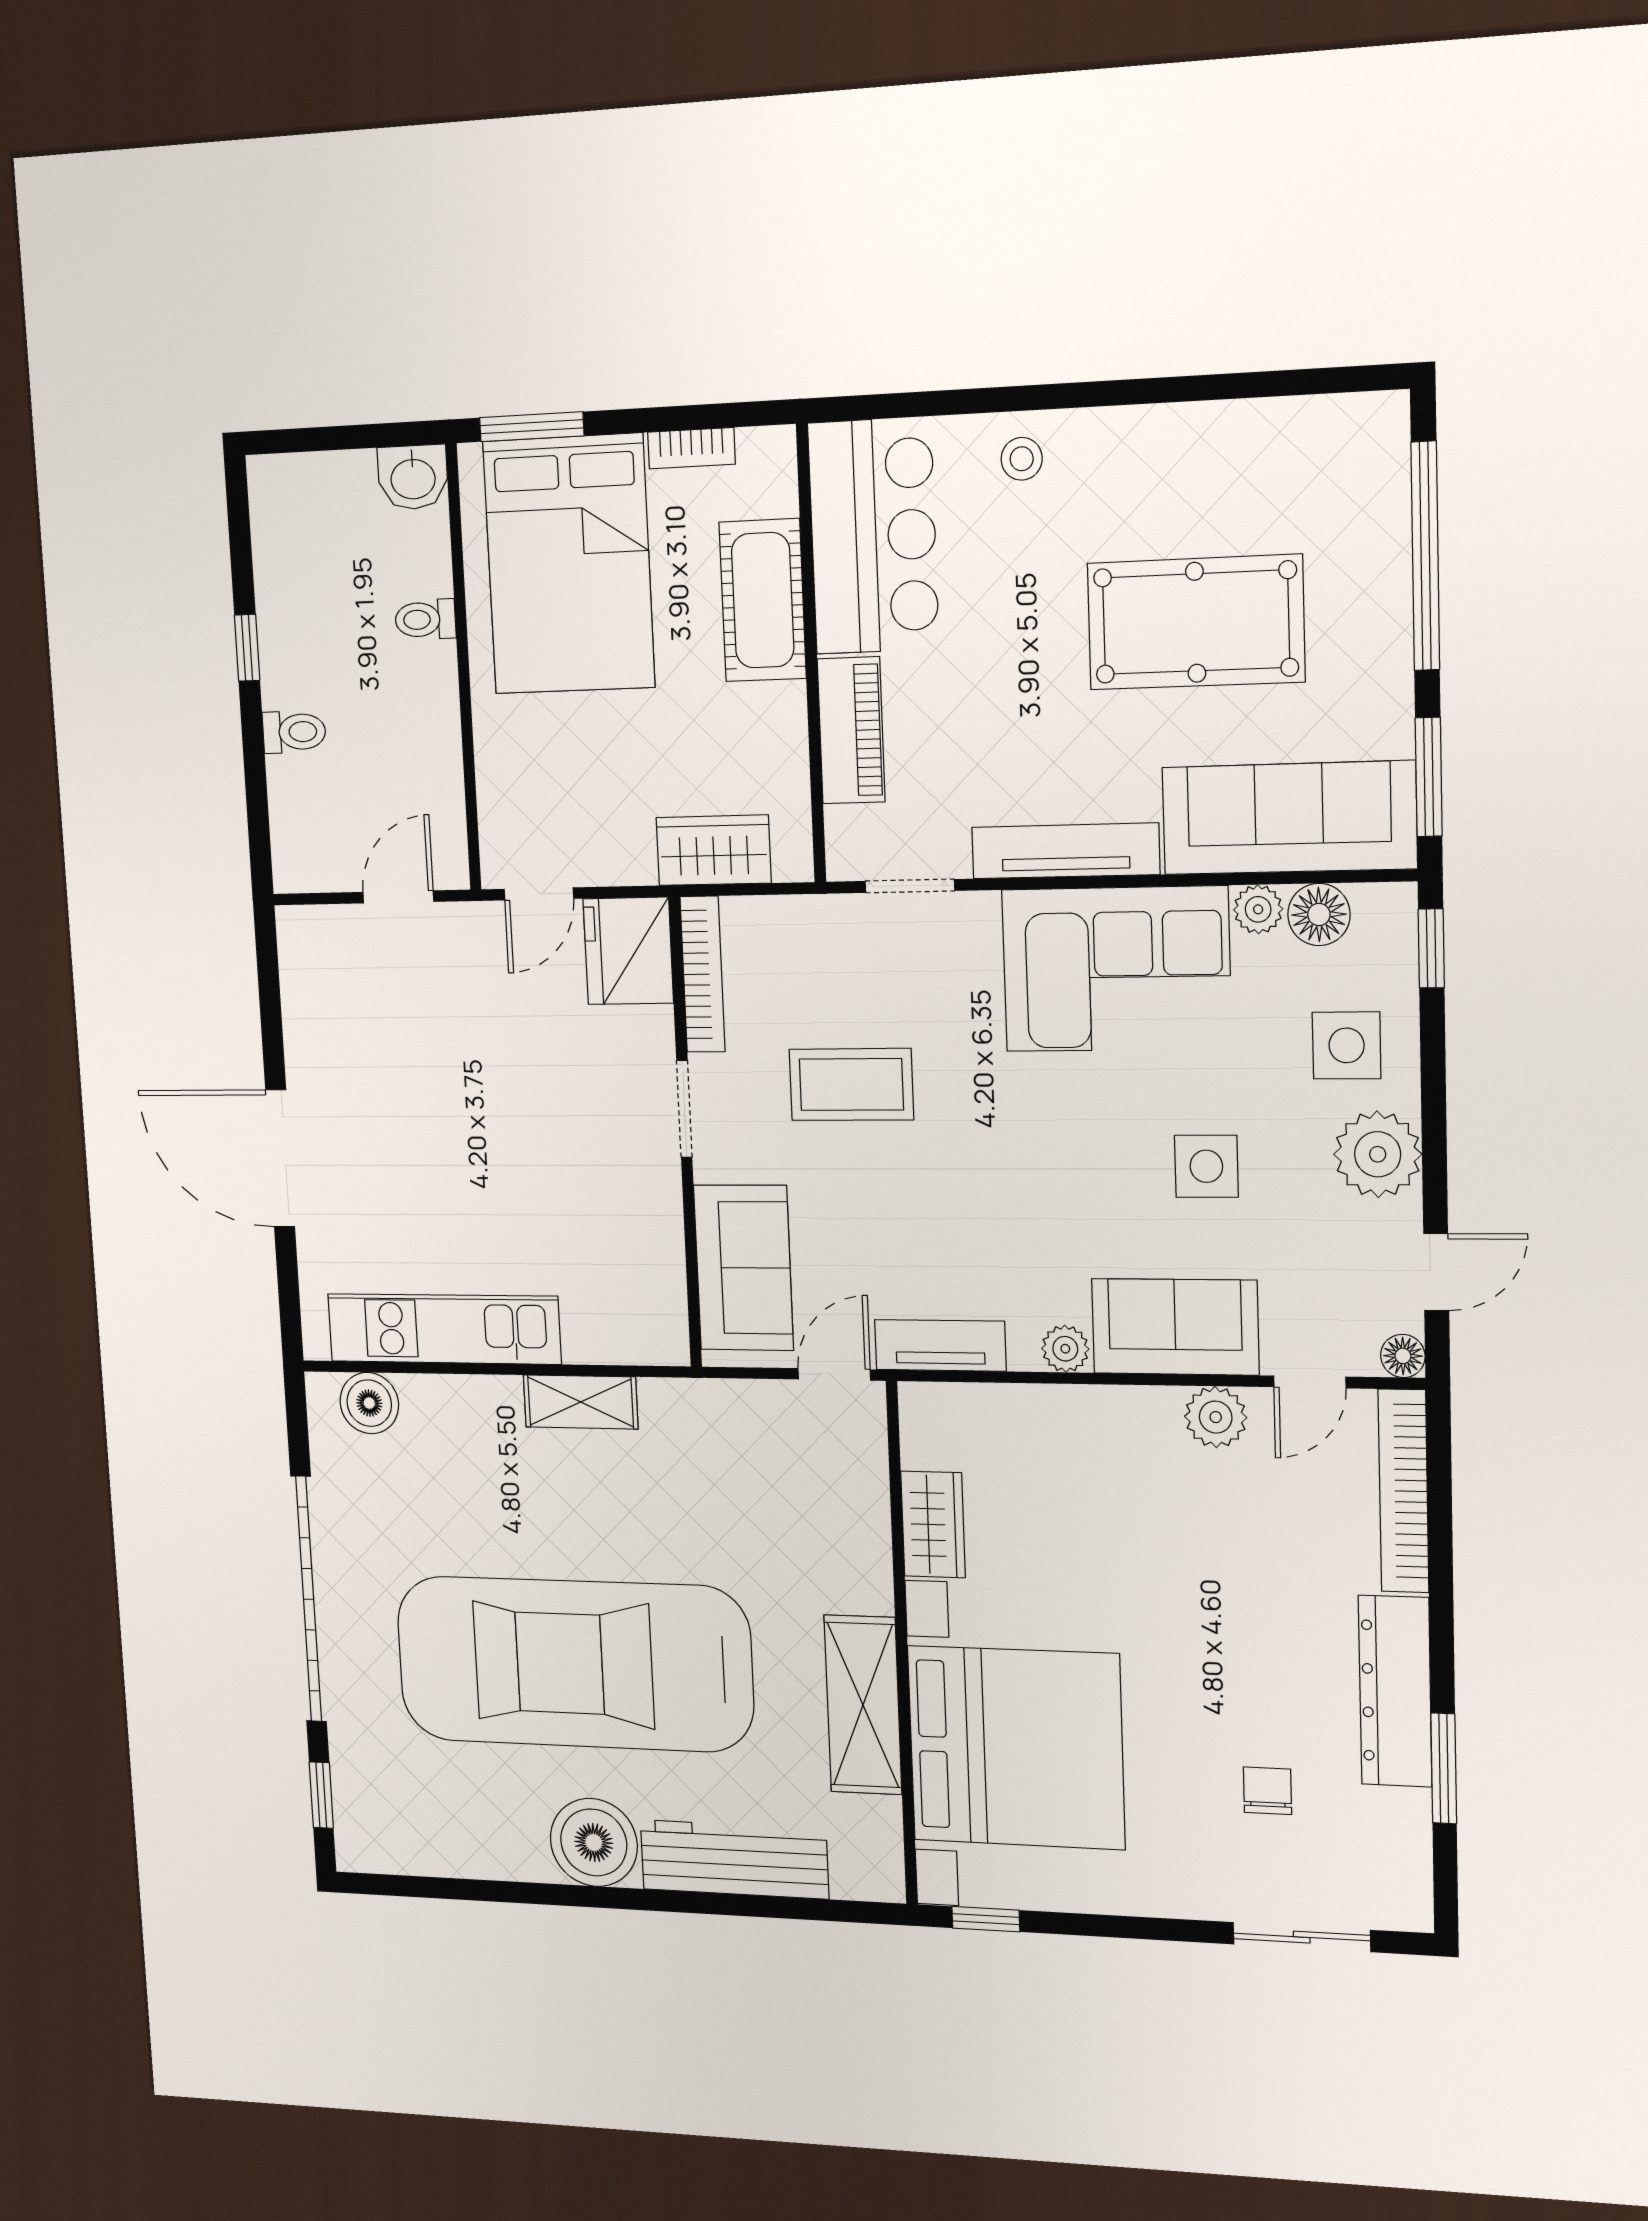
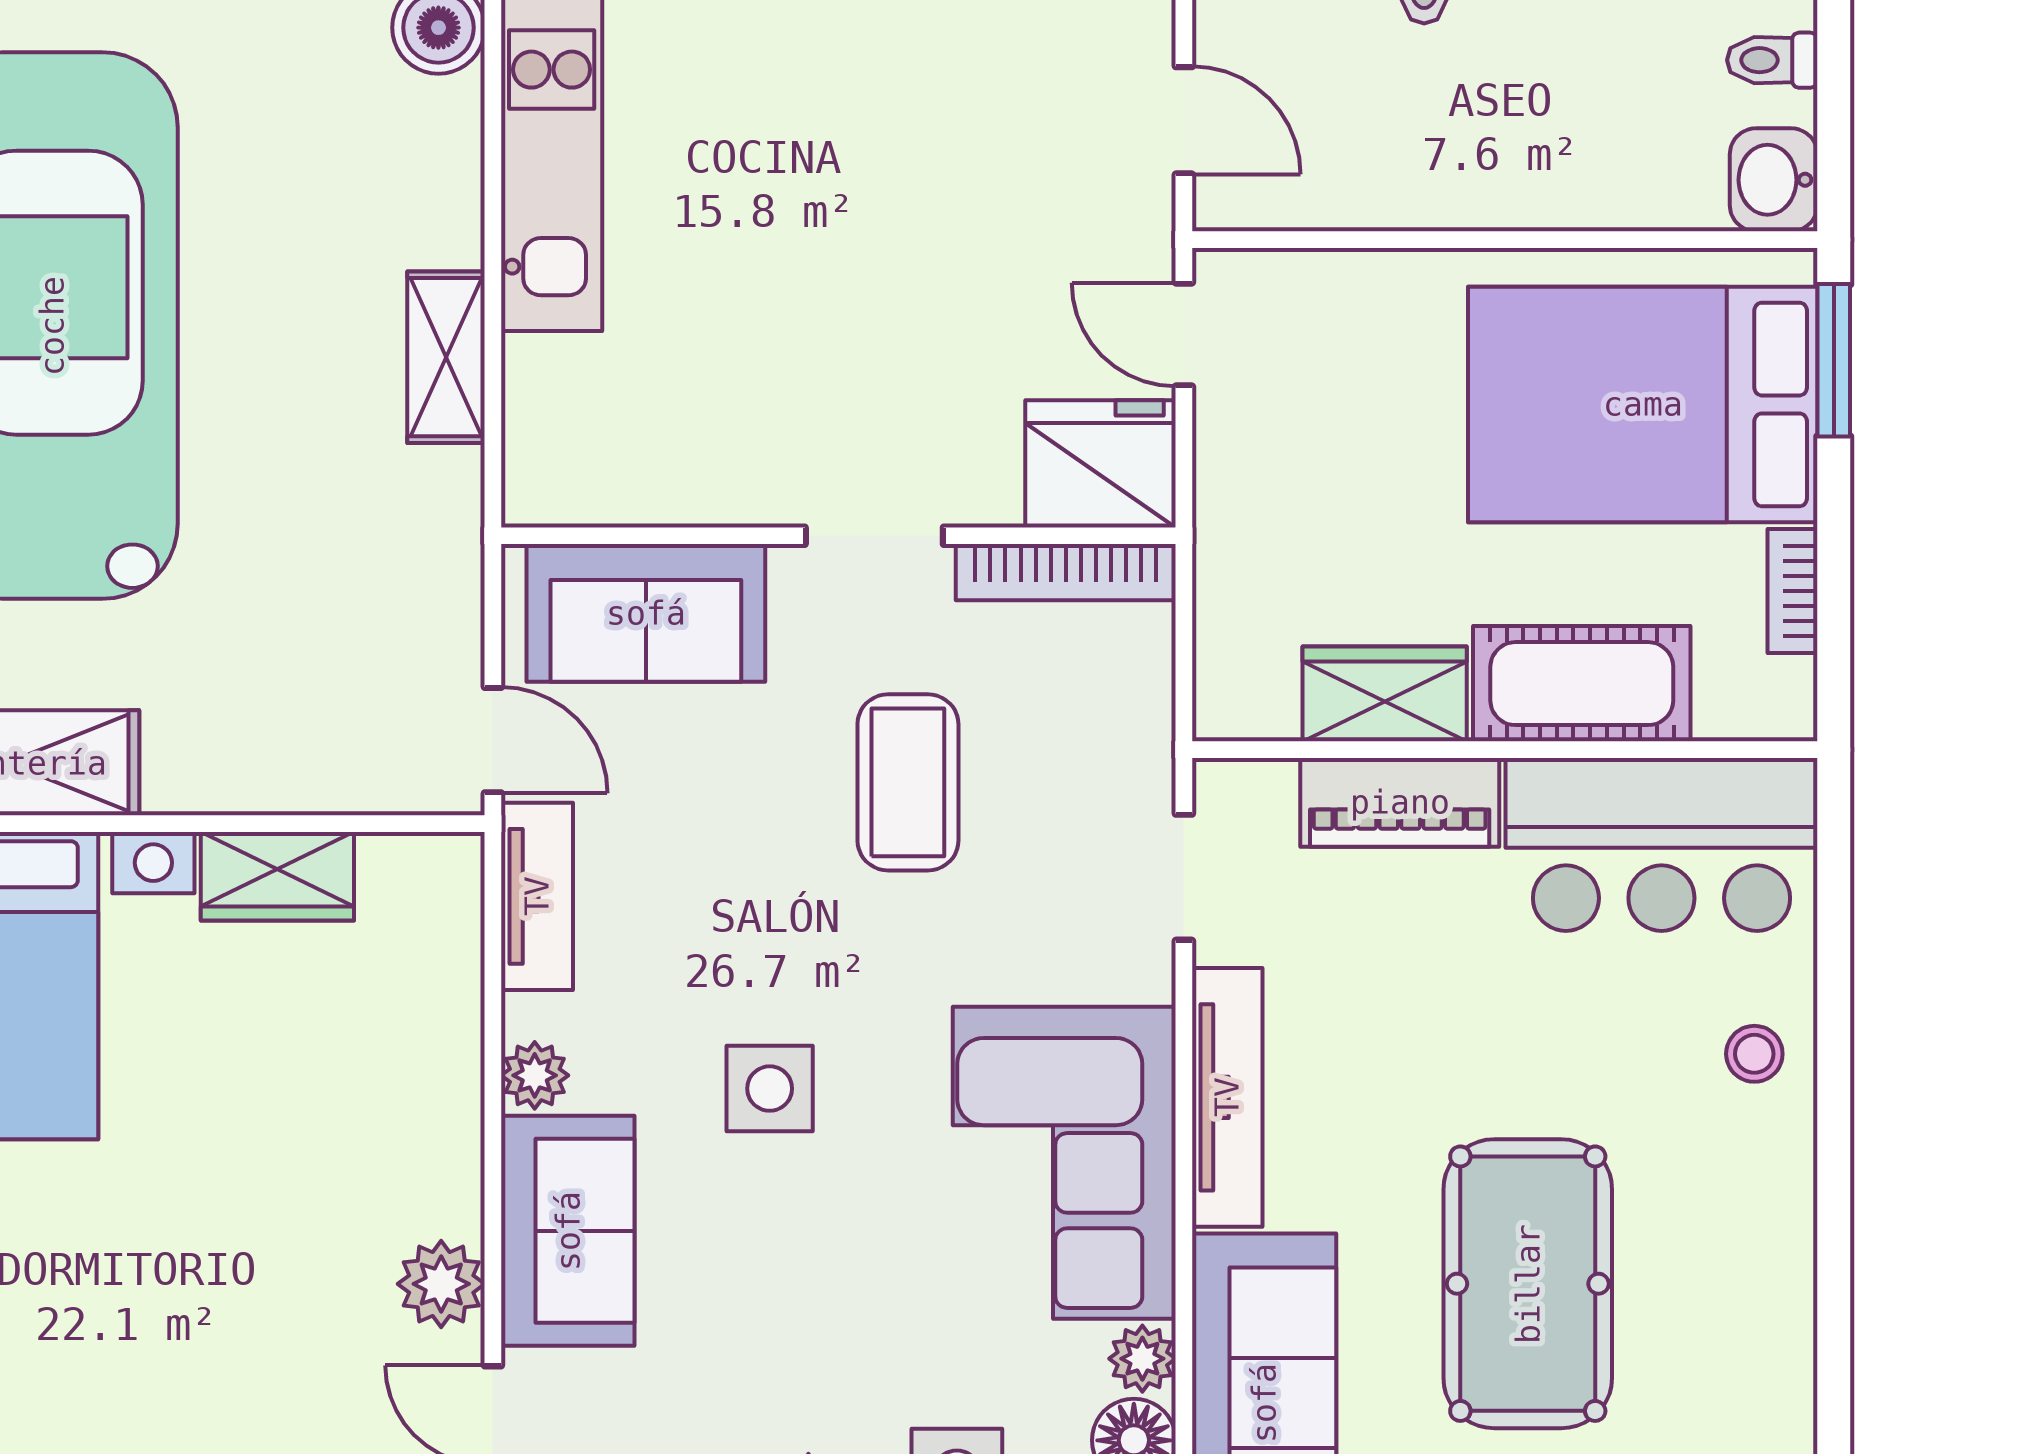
toilet: (425, 619) -> (1772, 60), moved, turned -90
wardrobe: (714, 850) -> (1385, 694), moved, turned -90
side table: (1206, 1166) -> (770, 1089), moved

